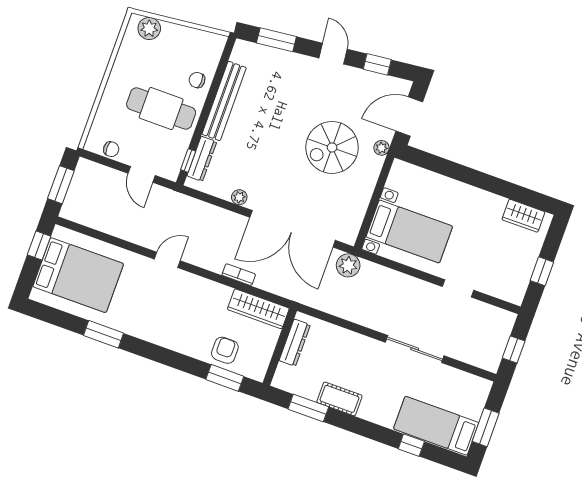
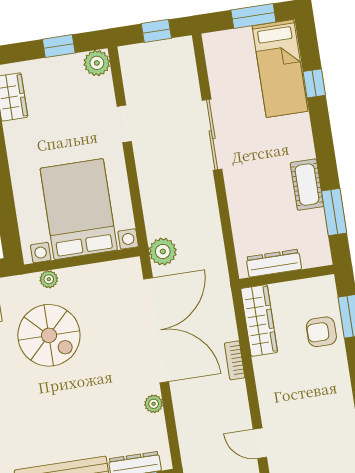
plant: (381, 148) -> (49, 279), moved
bed with nightstands: (409, 232) -> (79, 209), width x1.36
plant: (514, 293) -> (97, 63), added

